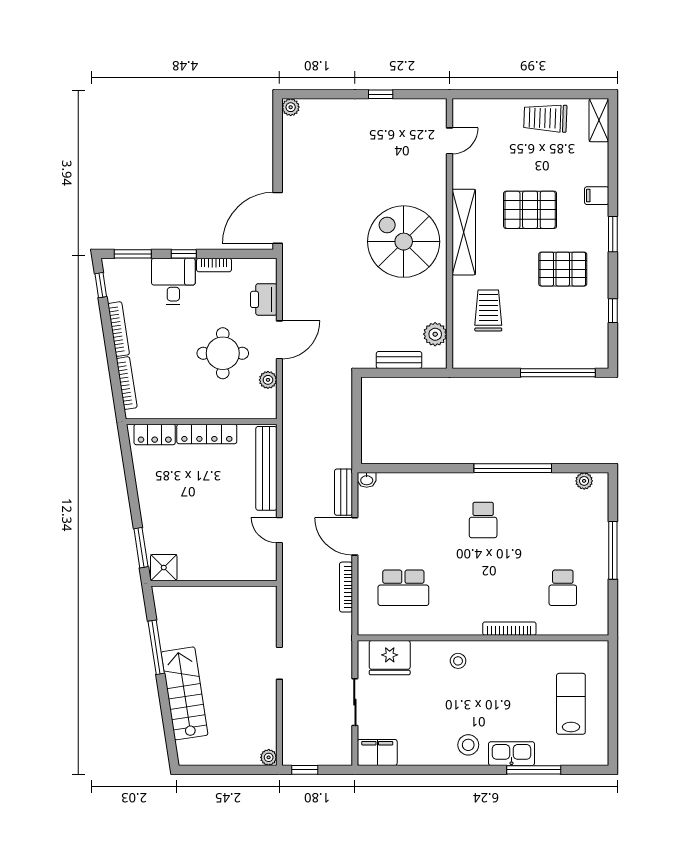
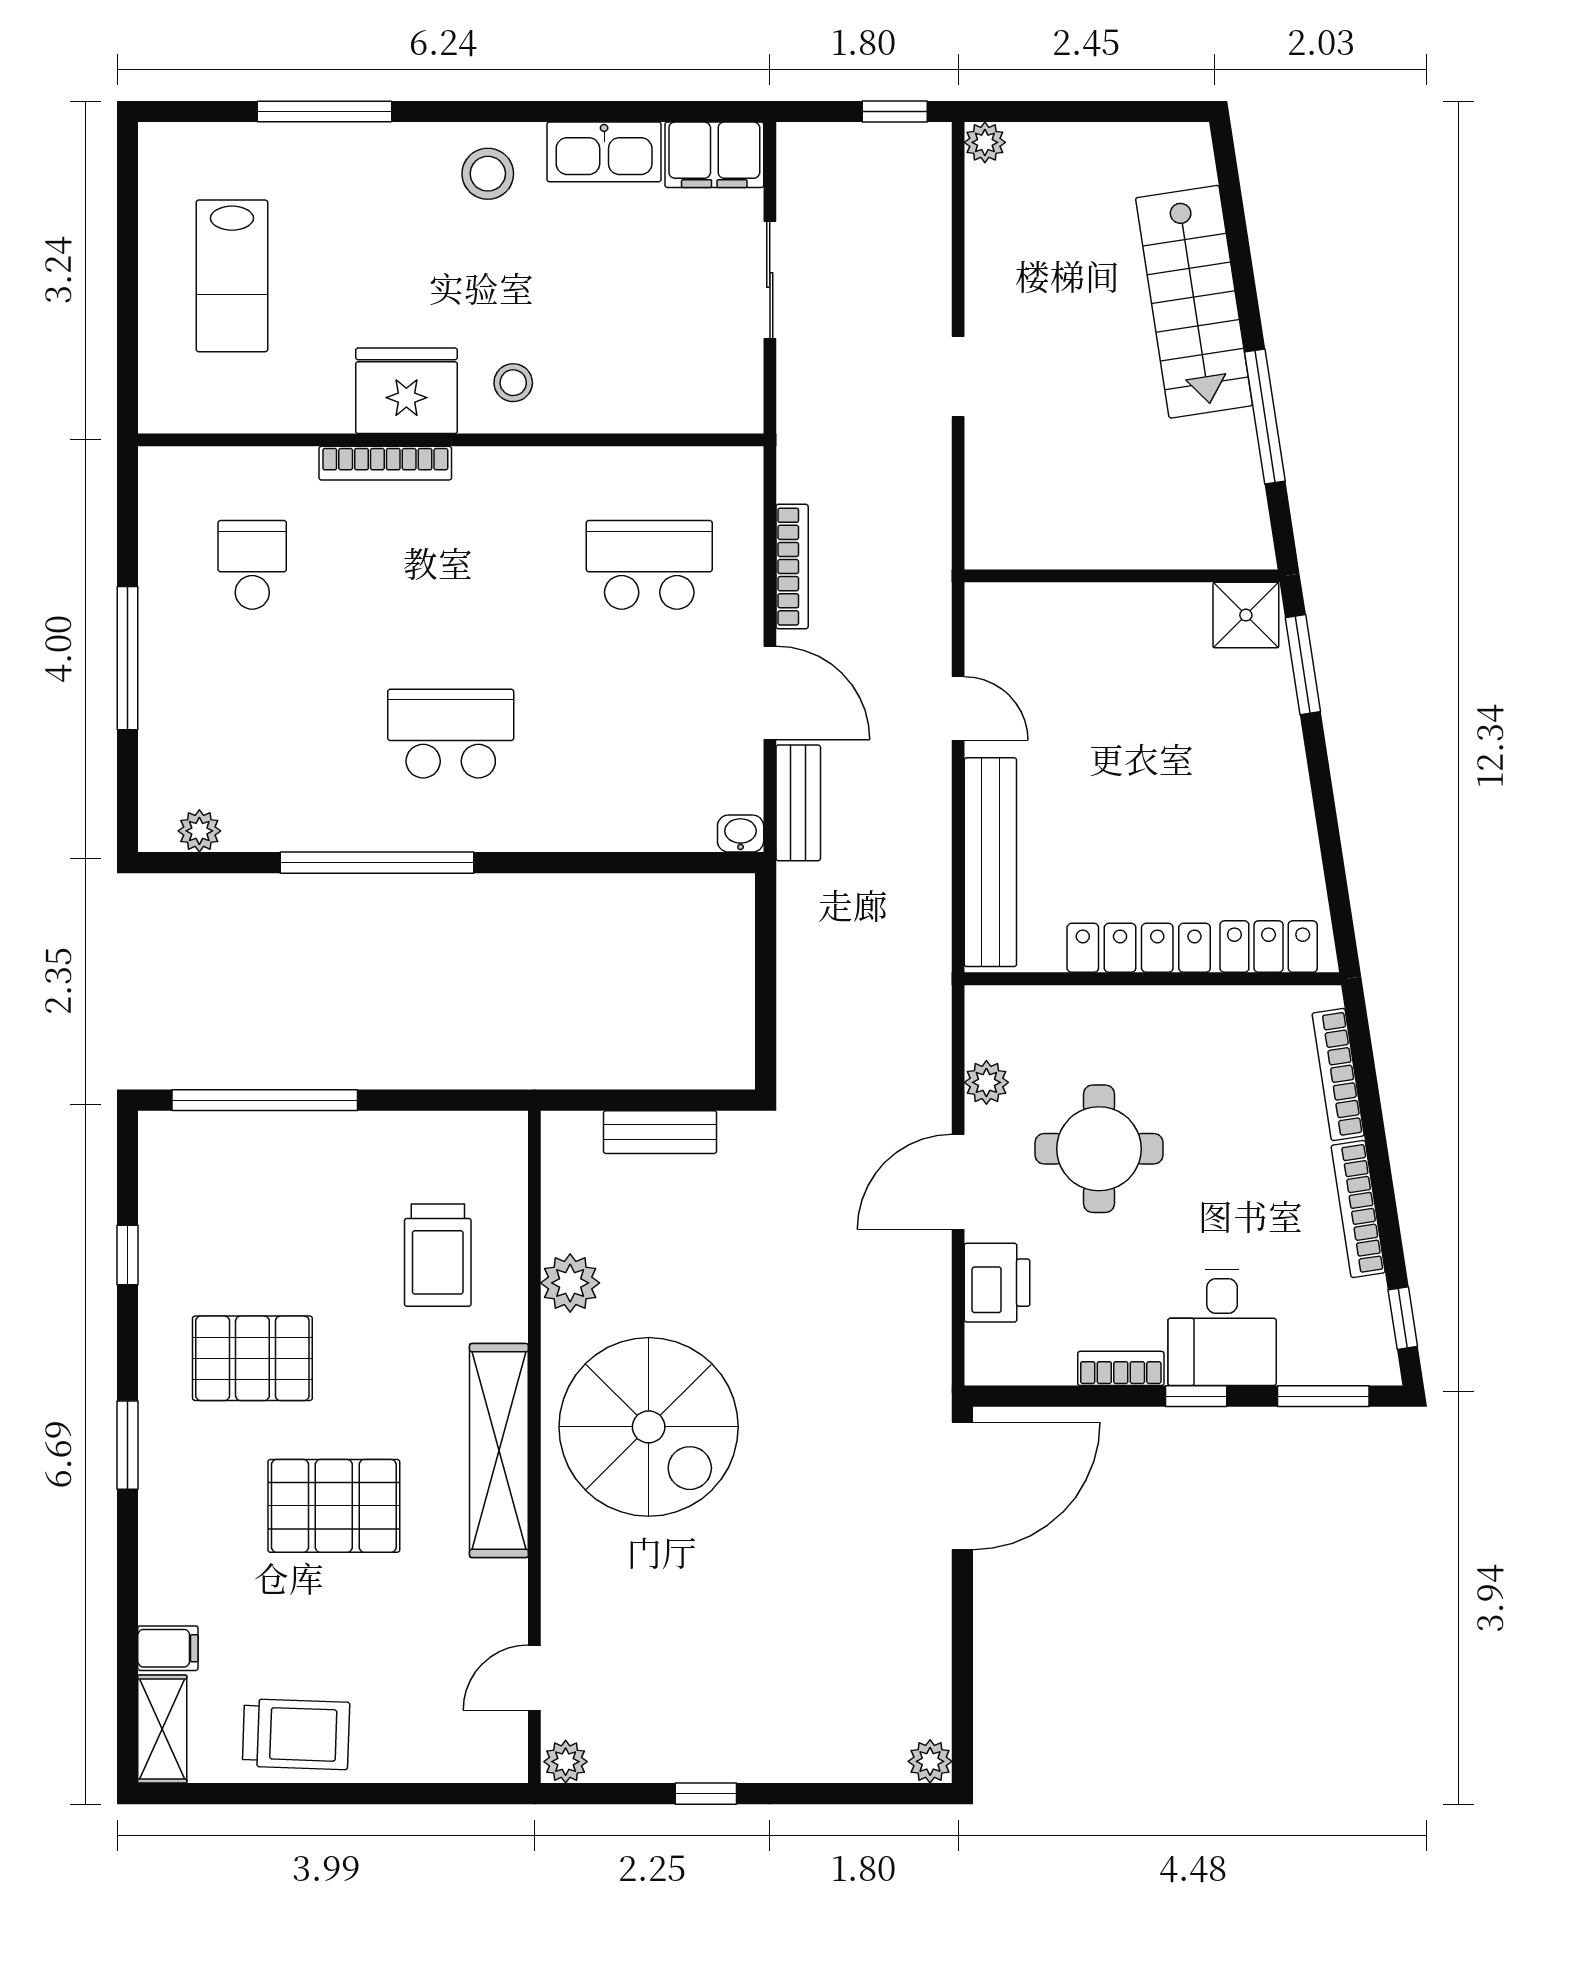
plant: (437, 107) -> (566, 1762), added
filing cabinet: (597, 196) -> (168, 1648), moved
plant: (435, 334) -> (570, 1283), moved
school desk: (483, 520) -> (451, 734), width x1.85
fridge: (390, 658) -> (406, 391), moved
kitchen sink: (512, 754) -> (604, 152), moved

